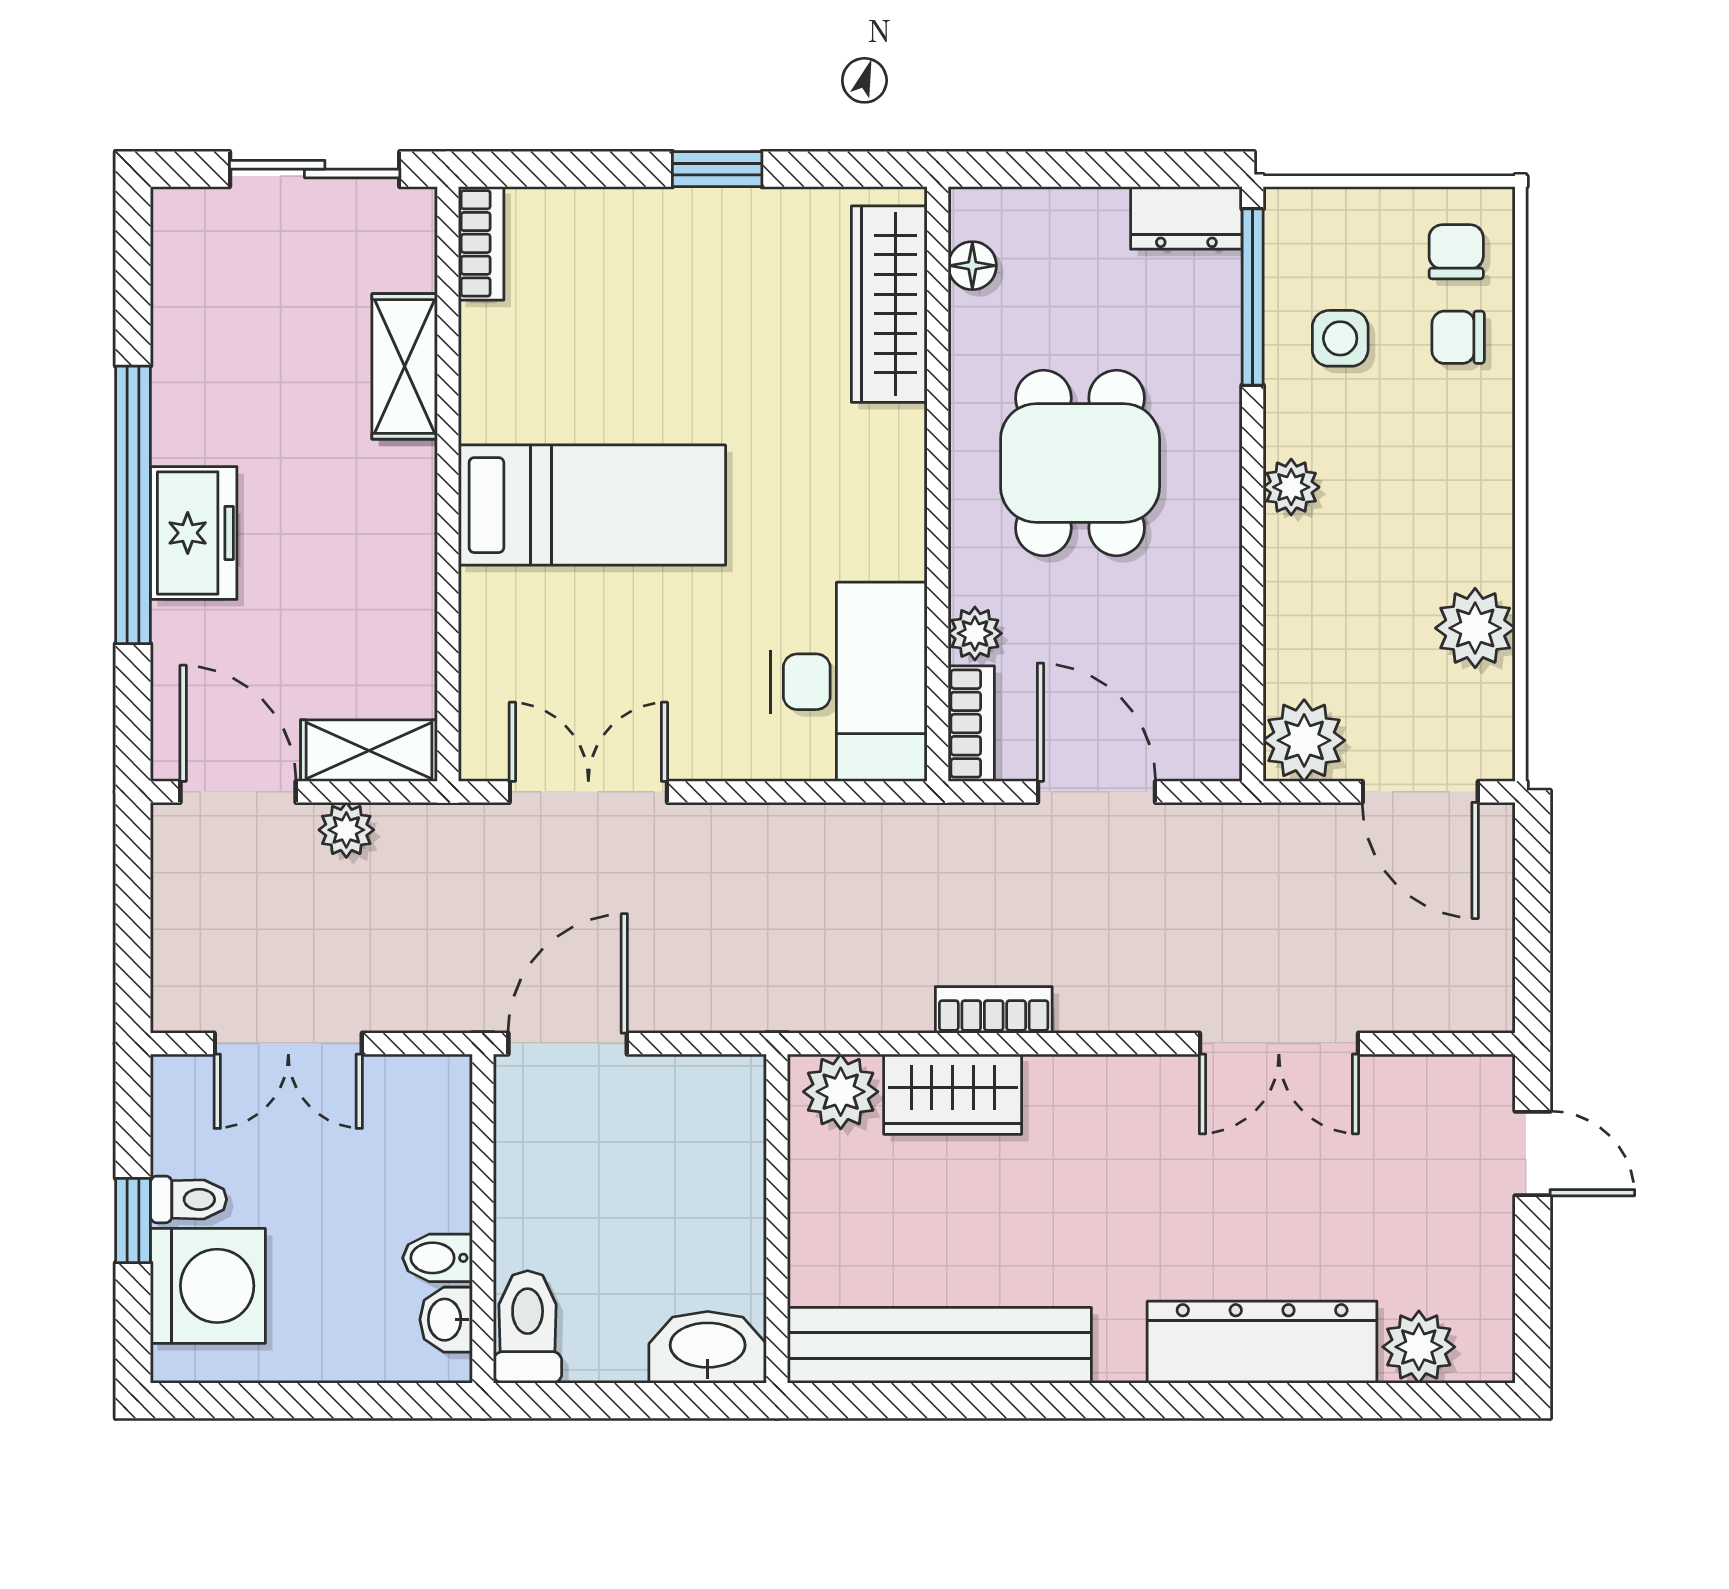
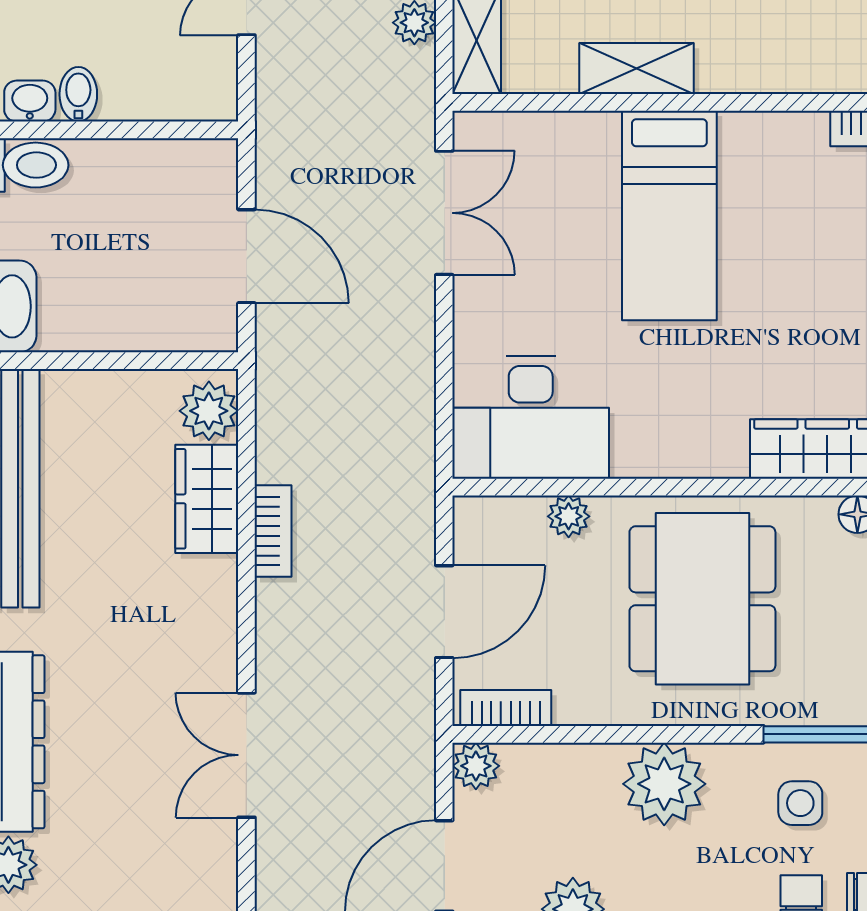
shelving: (405, 366) -> (637, 69), moved
dining table: (1080, 463) -> (702, 599), width x1.37
plant: (1291, 487) -> (664, 784), width x1.87, depth x1.87
bookcase: (971, 724) -> (506, 708), moved, turned 180
plant: (1304, 740) -> (476, 766), width x0.73, depth x0.73
door: (568, 1044) -> (246, 256), moved

